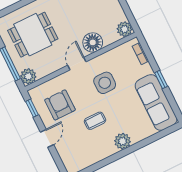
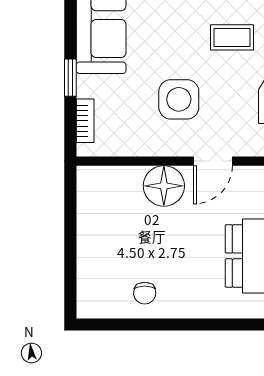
plant: (125, 29) -> (92, 181), removed
window: (161, 80) -> (70, 78), moved

